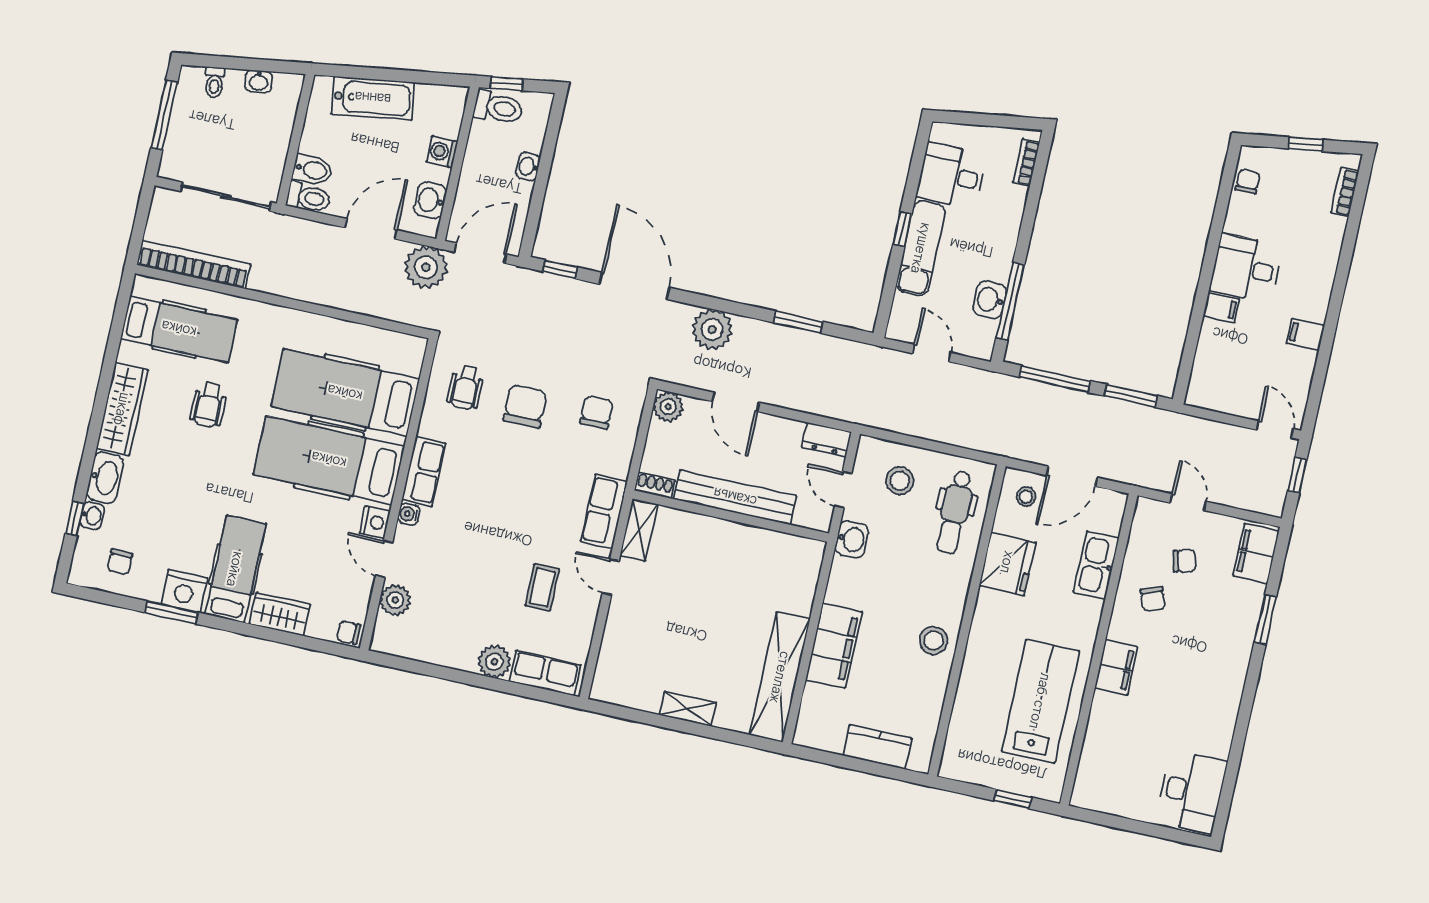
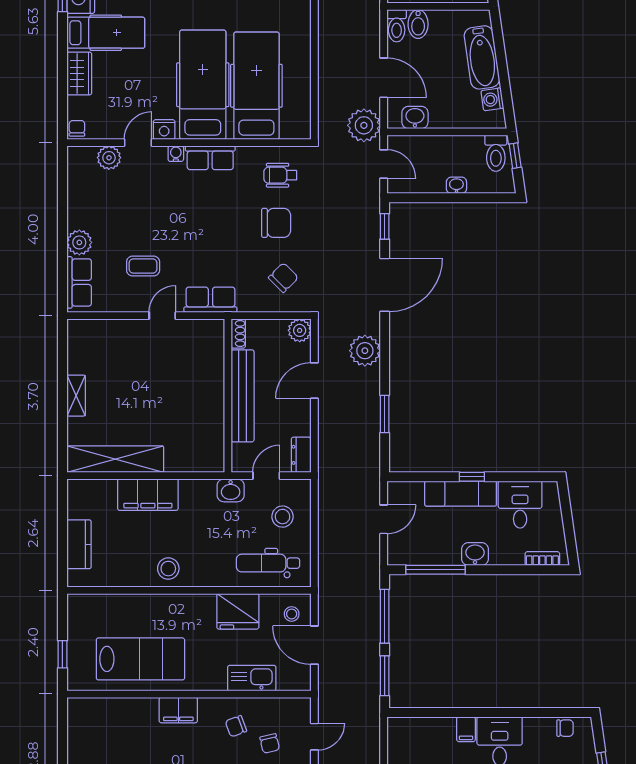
washing machine: (442, 152) -> (492, 99), moved, turned -98
door: (480, 253) -> (384, 164), width x0.73
washbasin: (990, 300) -> (475, 554), moved
chair: (596, 412) -> (283, 278), turned -45
shelving: (639, 530) -> (202, 329), removed

